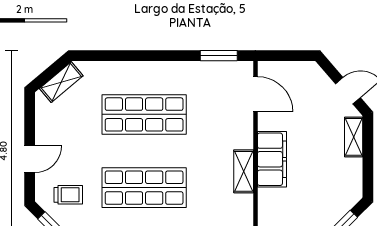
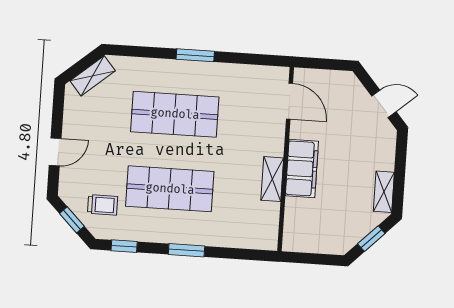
window: (219, 56) -> (195, 55), moved
shelving: (354, 137) -> (384, 192), moved
trolley: (68, 195) -> (103, 205), moved

